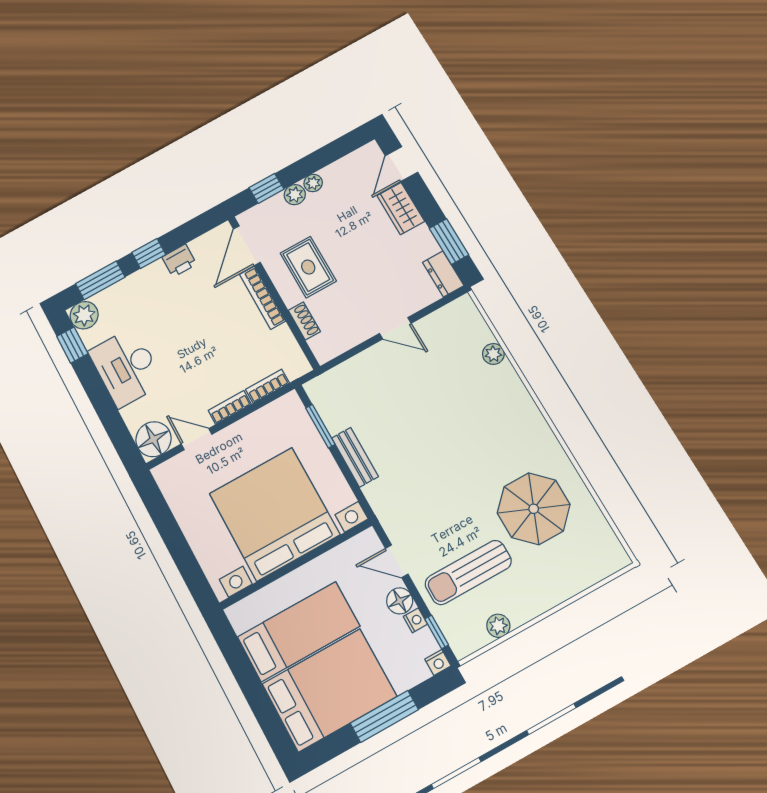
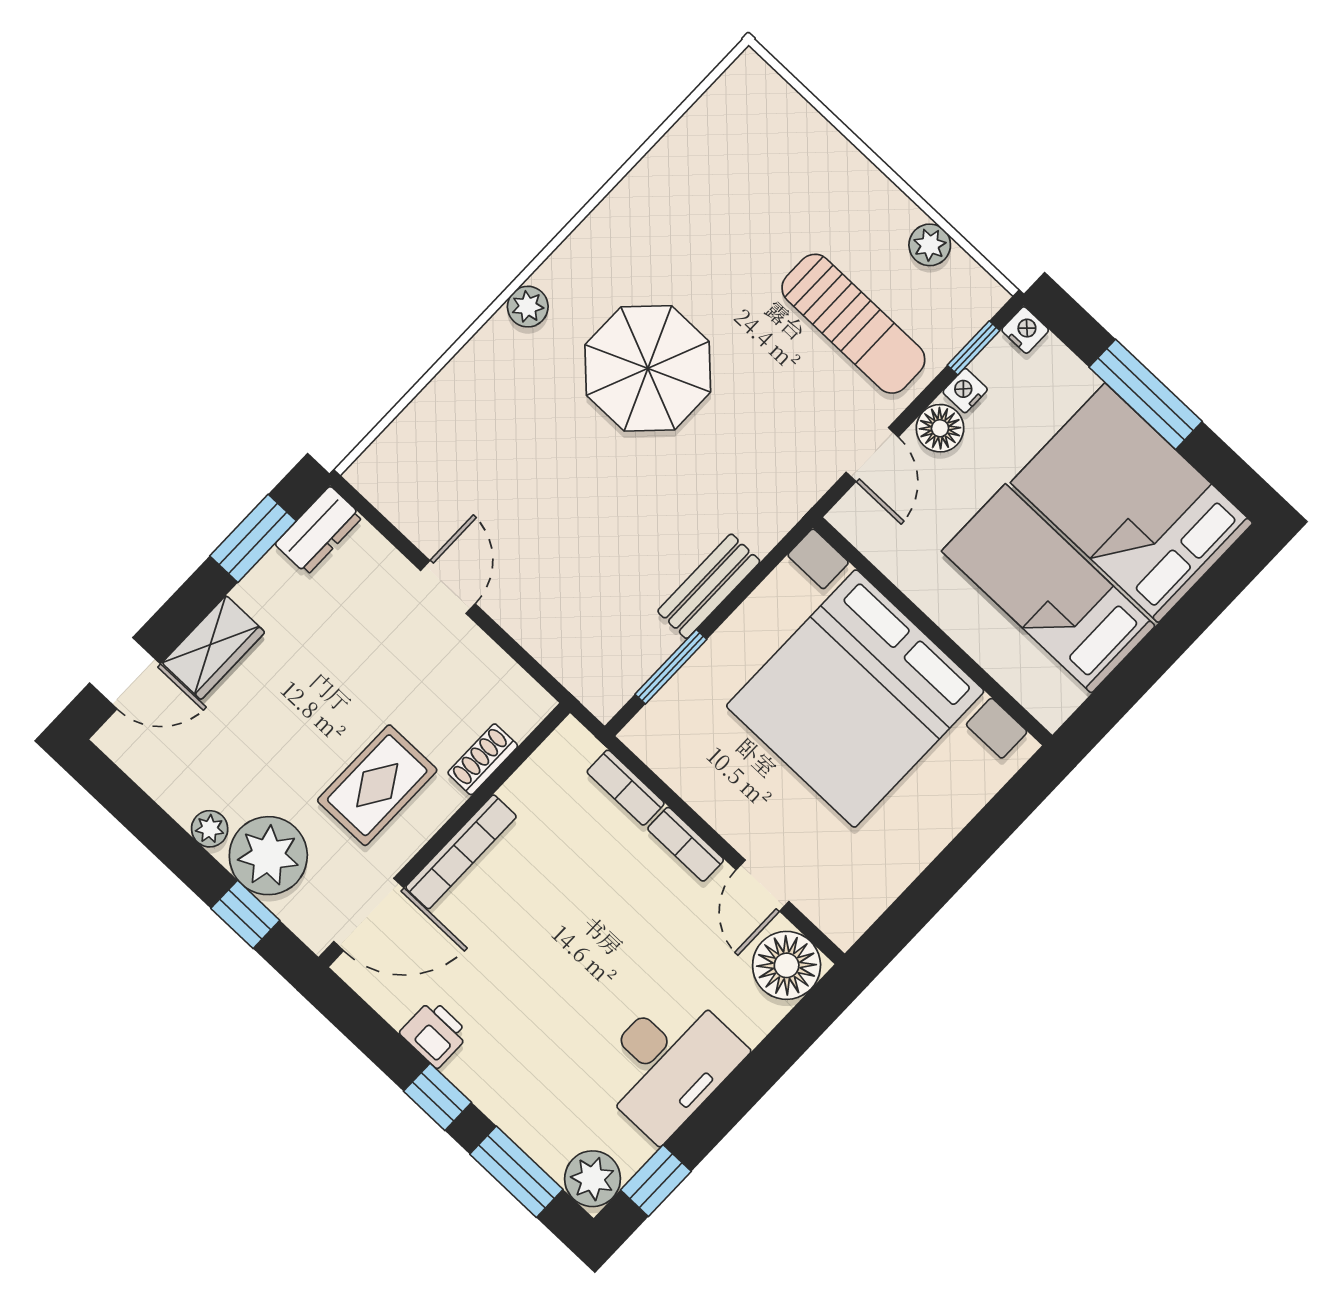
plant: (295, 195) -> (268, 856), width x1.88, depth x1.88
plant: (493, 354) -> (528, 307), moved
parasol: (534, 509) -> (648, 368), moved

